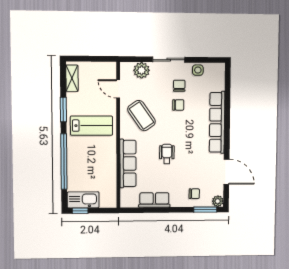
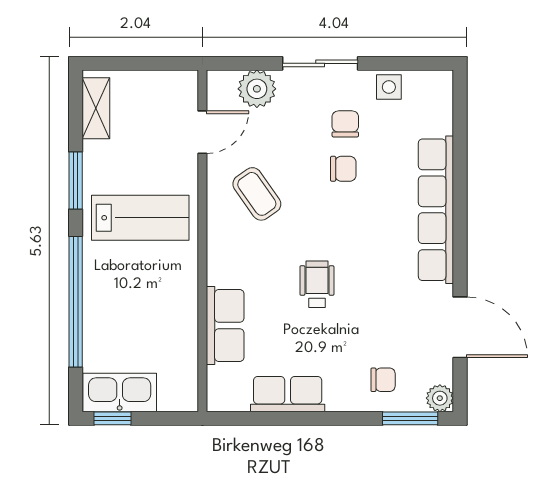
door: (118, 89) -> (202, 132), swing flipped
coffee table: (141, 116) -> (257, 194), width x0.73, depth x0.77
row of seats: (128, 163) -> (225, 326), width x0.68

